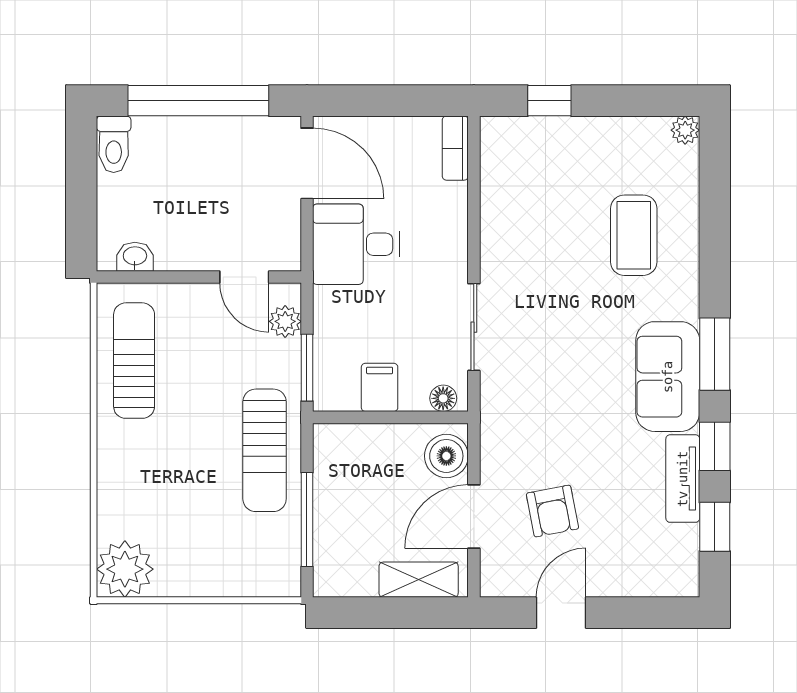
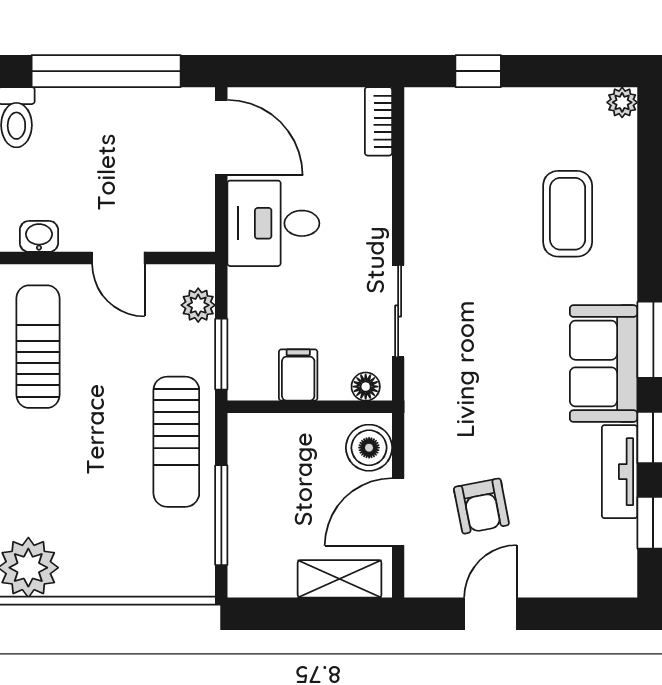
door: (244, 277) -> (118, 258), moved

